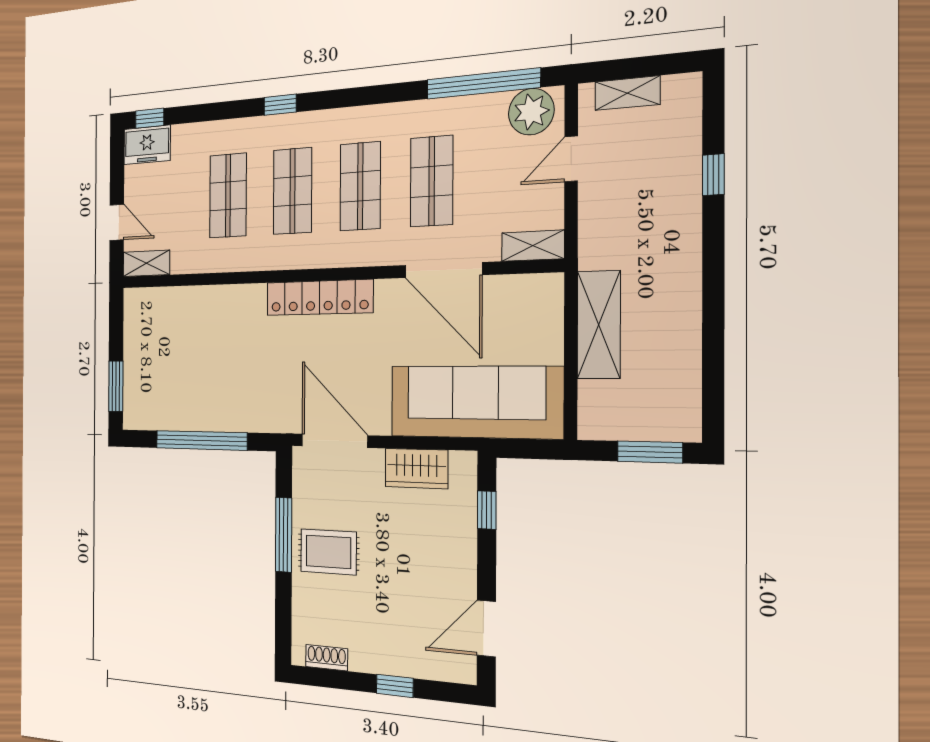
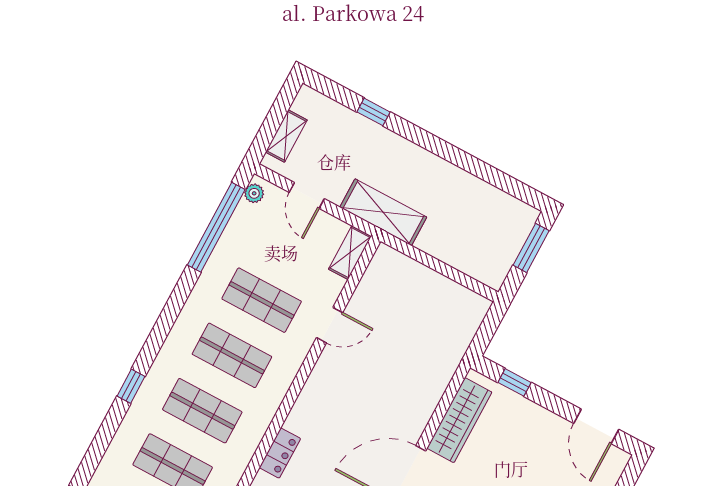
plant: (531, 112) -> (254, 193), width x0.53, depth x0.53
door: (443, 270) -> (330, 325), width x0.53
locker: (319, 297) -> (280, 453), width x0.46, depth x0.83
shelving: (599, 325) -> (383, 212), moved
sofa: (475, 402) -> (435, 351), removed
wardrobe: (416, 468) -> (459, 420), width x1.50

